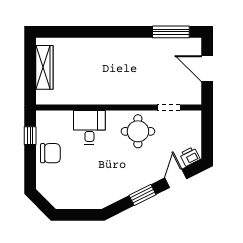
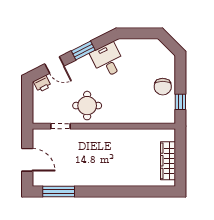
desk: (89, 127) -> (108, 60), moved, turned 153
chair: (50, 153) -> (163, 87), turned -90
door: (176, 178) -> (54, 65), hinge flipped

